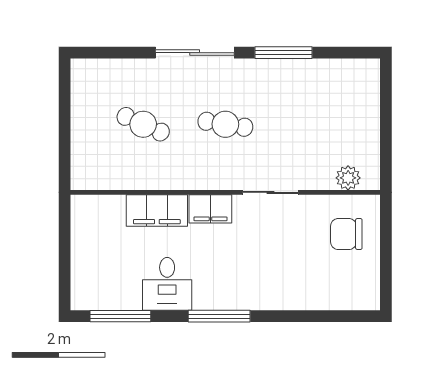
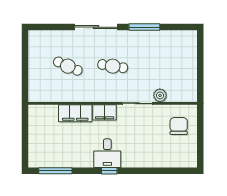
plant: (348, 178) -> (160, 95), moved
chair: (346, 234) -> (179, 126), turned 90
desk: (167, 284) -> (107, 153), moved
window: (219, 316) -> (109, 171), width x0.46

